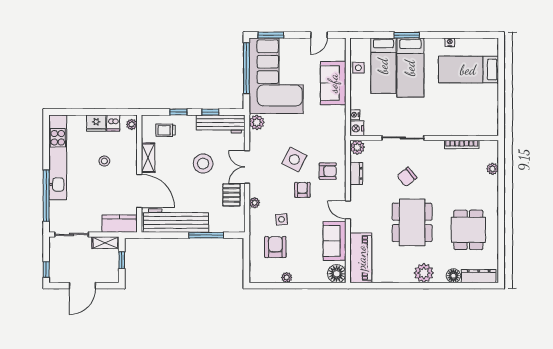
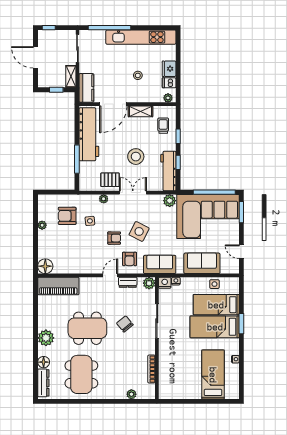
door: (348, 210) -> (110, 275), moved
dining table: (468, 230) -> (81, 374), width x1.38
sofa: (335, 241) -> (160, 264), moved
armchair: (275, 247) -> (67, 216), turned 180

